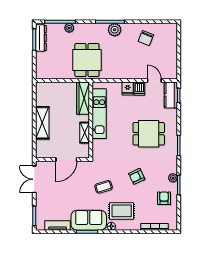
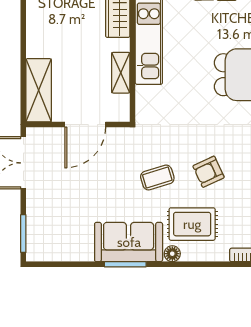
shelving: (42, 123) -> (39, 90), moved
armchair: (137, 176) -> (209, 172), moved
tv unit: (57, 226) -> (68, 252), removed

